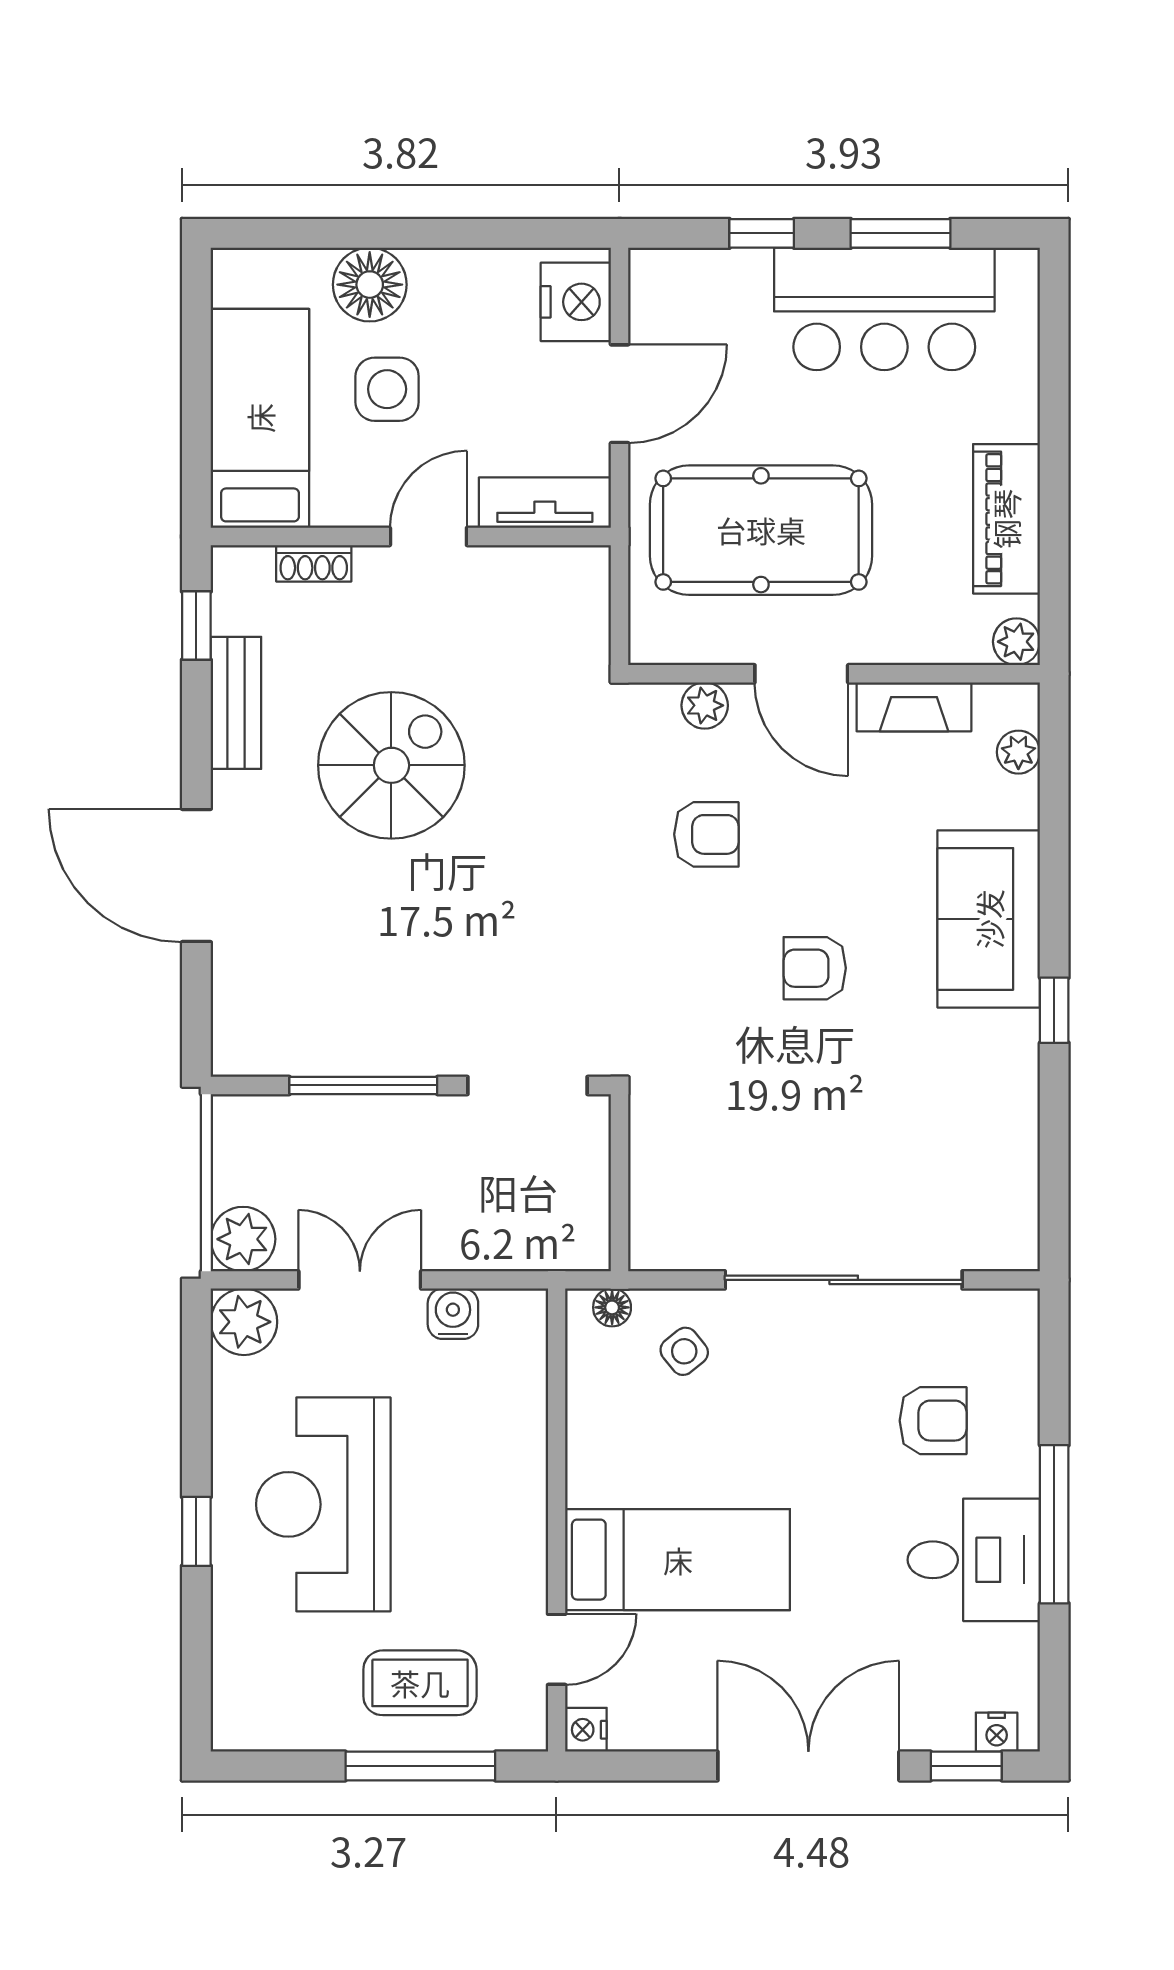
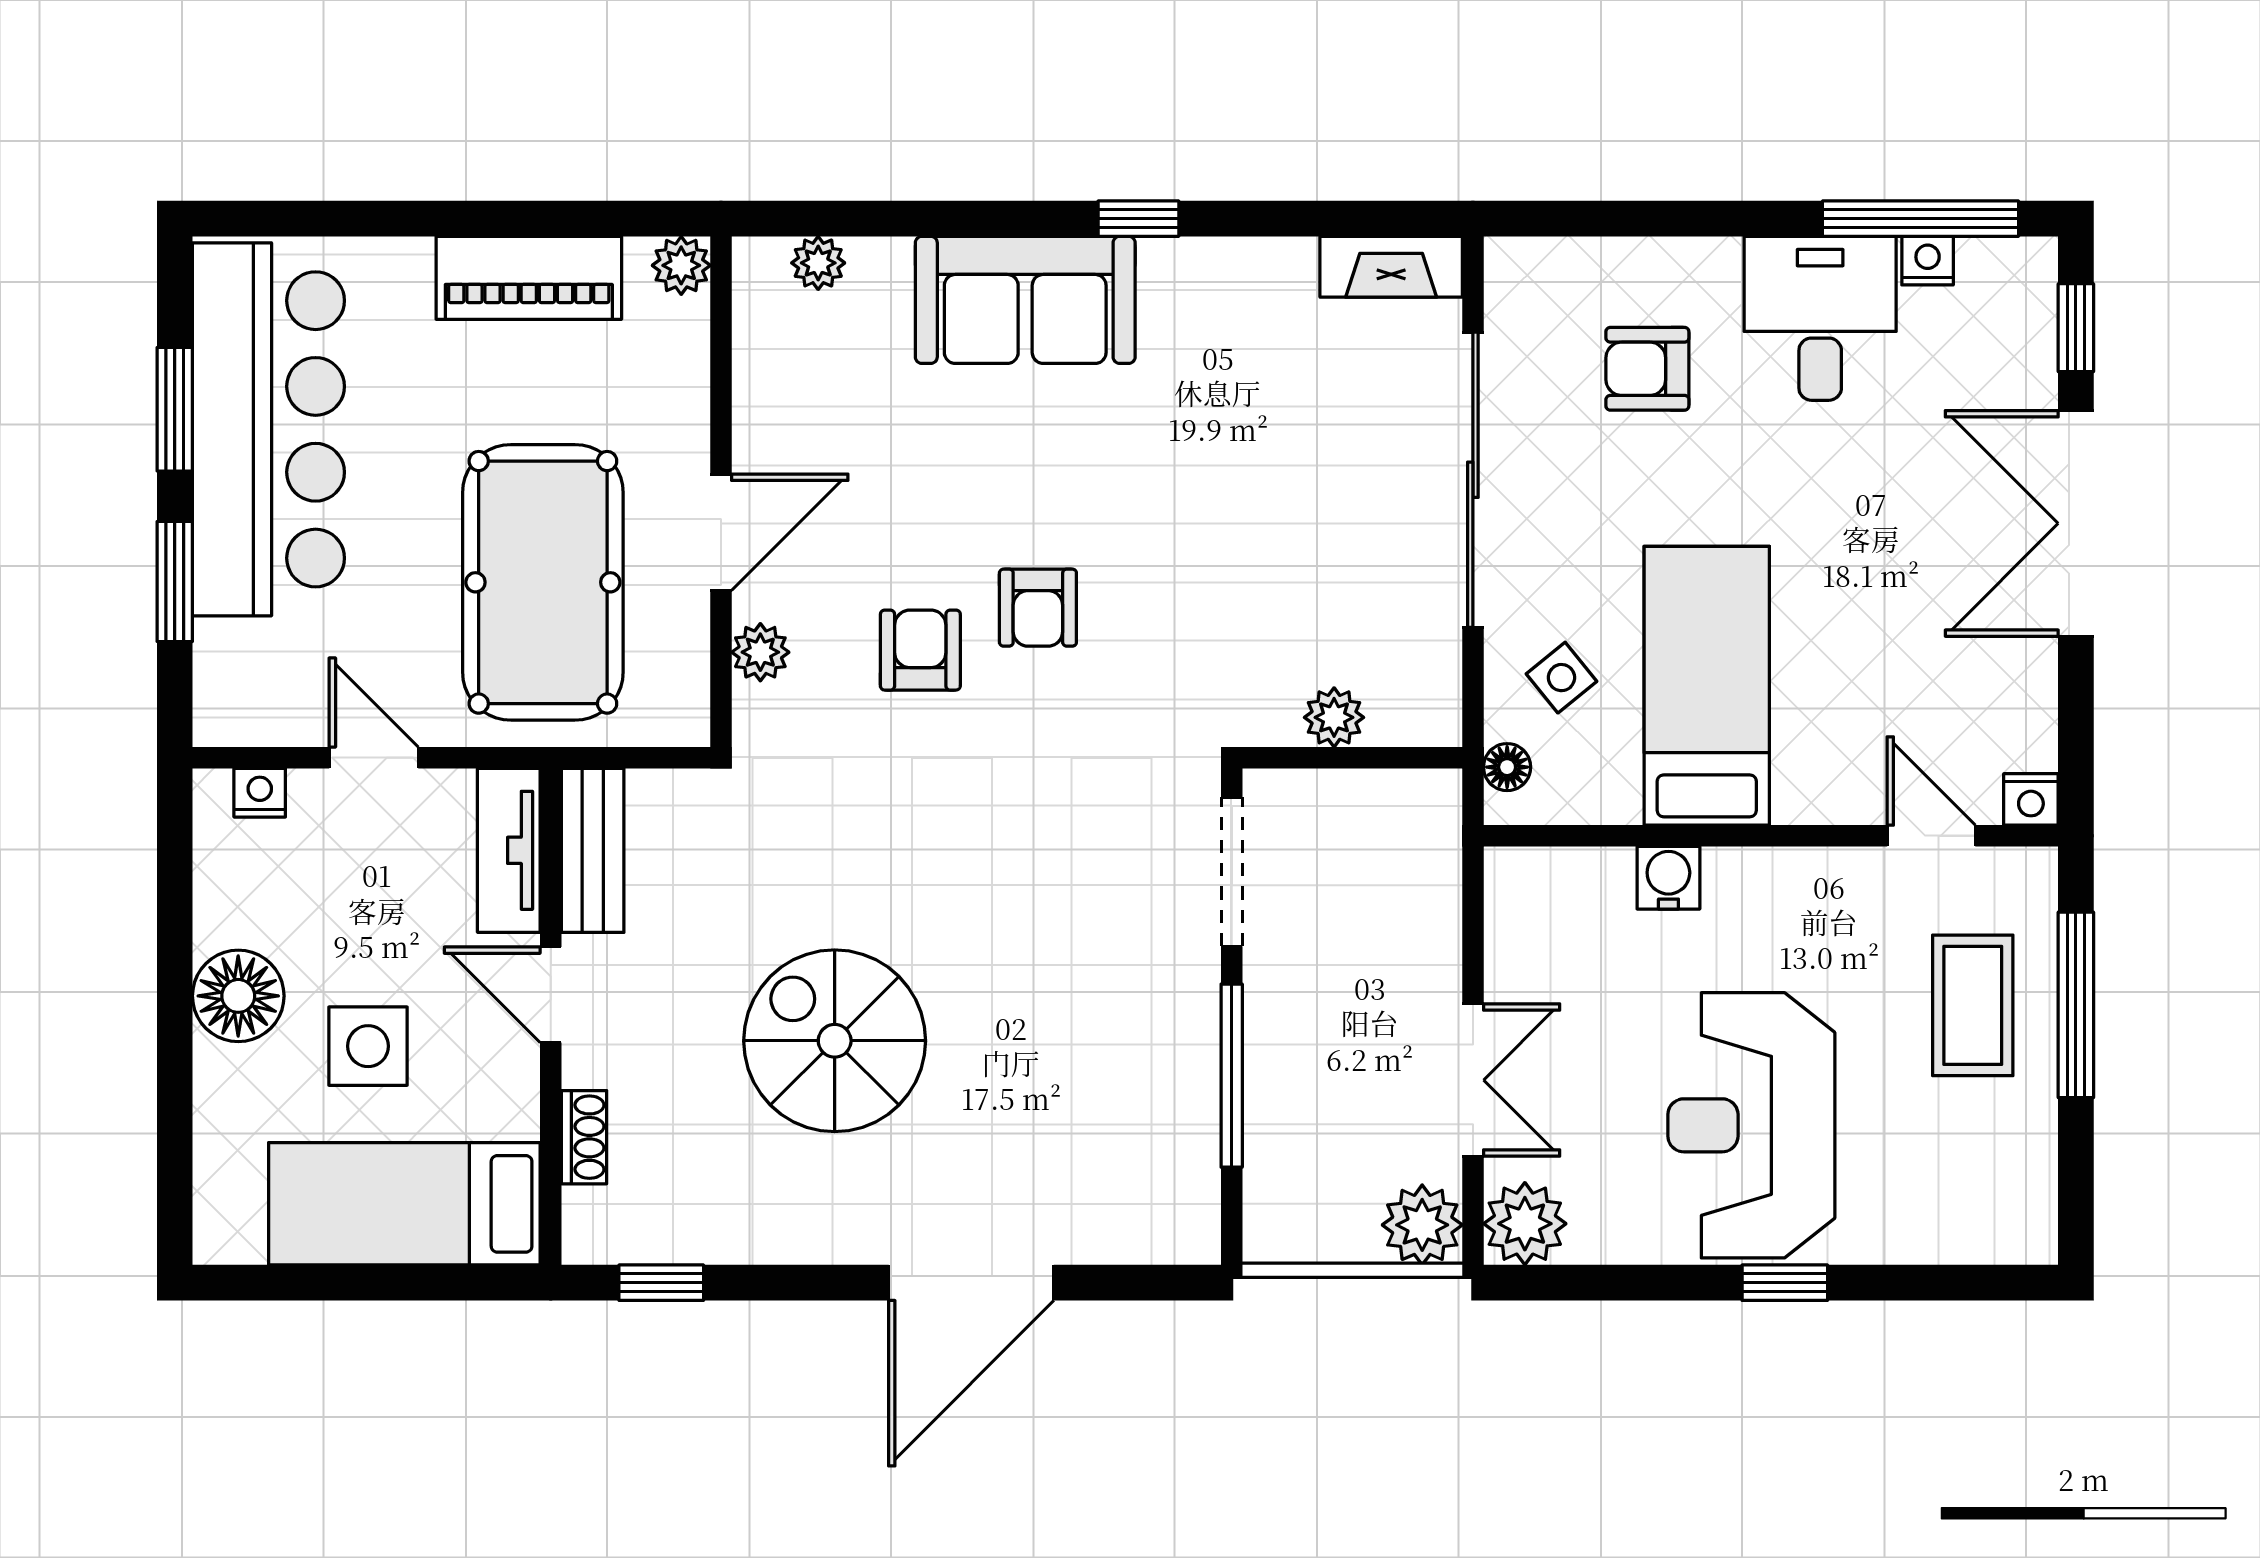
window: (762, 233) -> (175, 581), width x1.50
floor lamp: (370, 285) -> (238, 996), moved
nightstand: (576, 302) -> (260, 793), width x0.53, depth x0.56
bar counter: (884, 309) -> (268, 429), width x1.36
door: (620, 394) -> (374, 758), width x0.73
bench: (236, 703) -> (593, 850), moved, turned 90
fireplace: (914, 707) -> (1391, 267), moved, turned 90
armchair: (815, 968) -> (1038, 608), moved
plant: (652, 1168) -> (1334, 717), added
double door: (360, 1280) -> (1473, 1080), swing flipped
water cooler: (453, 1314) -> (1668, 878), moved, turned 90
armchair: (933, 1421) -> (1647, 369), turned -90
reception desk: (323, 1504) -> (1751, 1125), turned 90
window: (1054, 1524) -> (1920, 219), moved
bed: (678, 1560) -> (1707, 686), moved
nightstand: (997, 1732) -> (1928, 261), moved, turned -90

